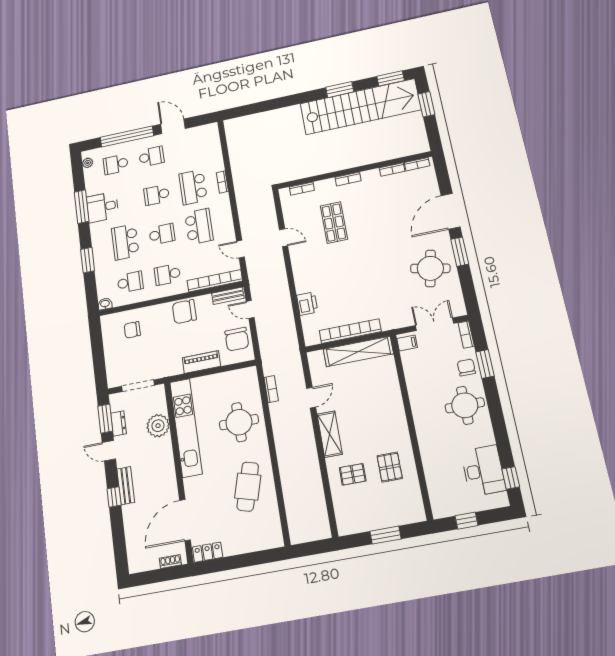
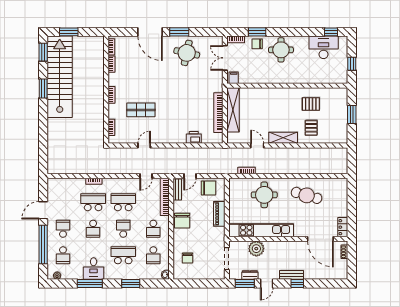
school desk: (193, 187) -> (93, 202), turned 180
school desk: (125, 242) -> (123, 255), turned 180
school desk: (130, 282) -> (153, 255), turned 180

